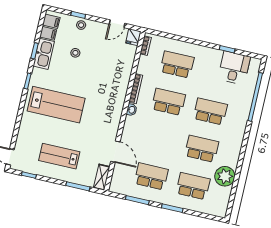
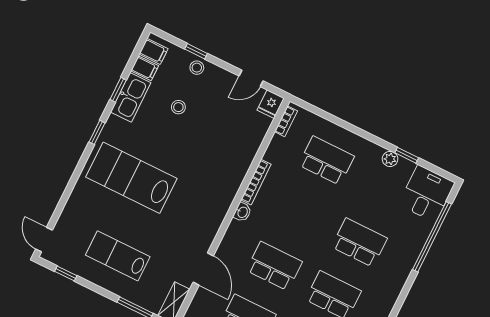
plant: (217, 54) -> (390, 159), added
desk: (234, 68) -> (427, 194), moved
school desk: (168, 102) -> (274, 266), moved
lab bench: (56, 105) -> (131, 178), turned 180

